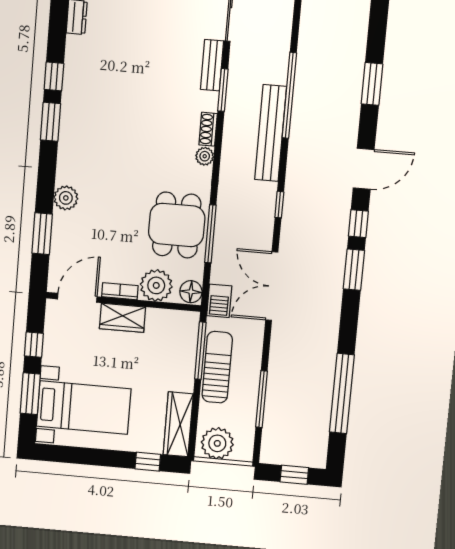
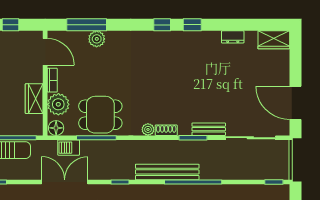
window: (51, 122) -> (162, 25), width x0.67
plant: (66, 198) -> (97, 39), moved
window: (42, 234) -> (87, 25), width x1.44
barbecue: (219, 301) -> (69, 148), moved
wardrobe: (123, 318) -> (34, 99), moved

